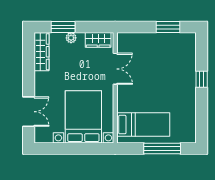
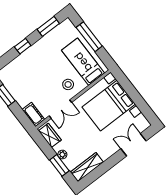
cot: (130, 40) -> (33, 114), added
double door: (115, 69) -> (60, 109), swing flipped
stool: (133, 94) -> (68, 84), added
window: (202, 118) -> (48, 26), added

